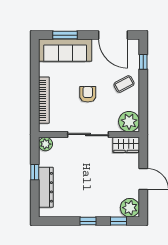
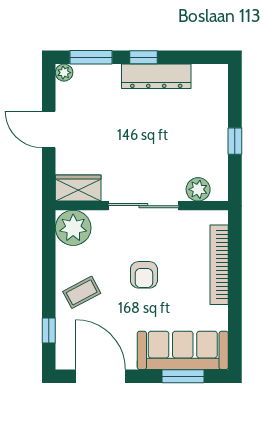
plant: (46, 144) -> (198, 189), moved
dresser: (46, 187) -> (156, 76), moved, turned -90
plant: (130, 208) -> (64, 73), width x0.53, depth x0.53
window: (119, 221) -> (91, 57), width x1.50

